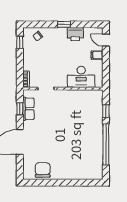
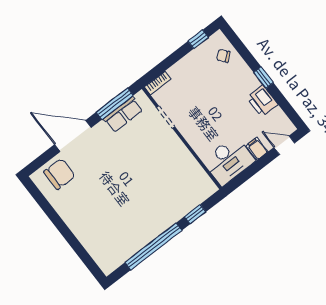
door: (106, 40) -> (284, 145), hinge flipped
desk: (81, 77) -> (229, 161), moved, turned -90
window: (20, 109) -> (115, 104), width x2.17
chair: (43, 170) -> (59, 174), moved

